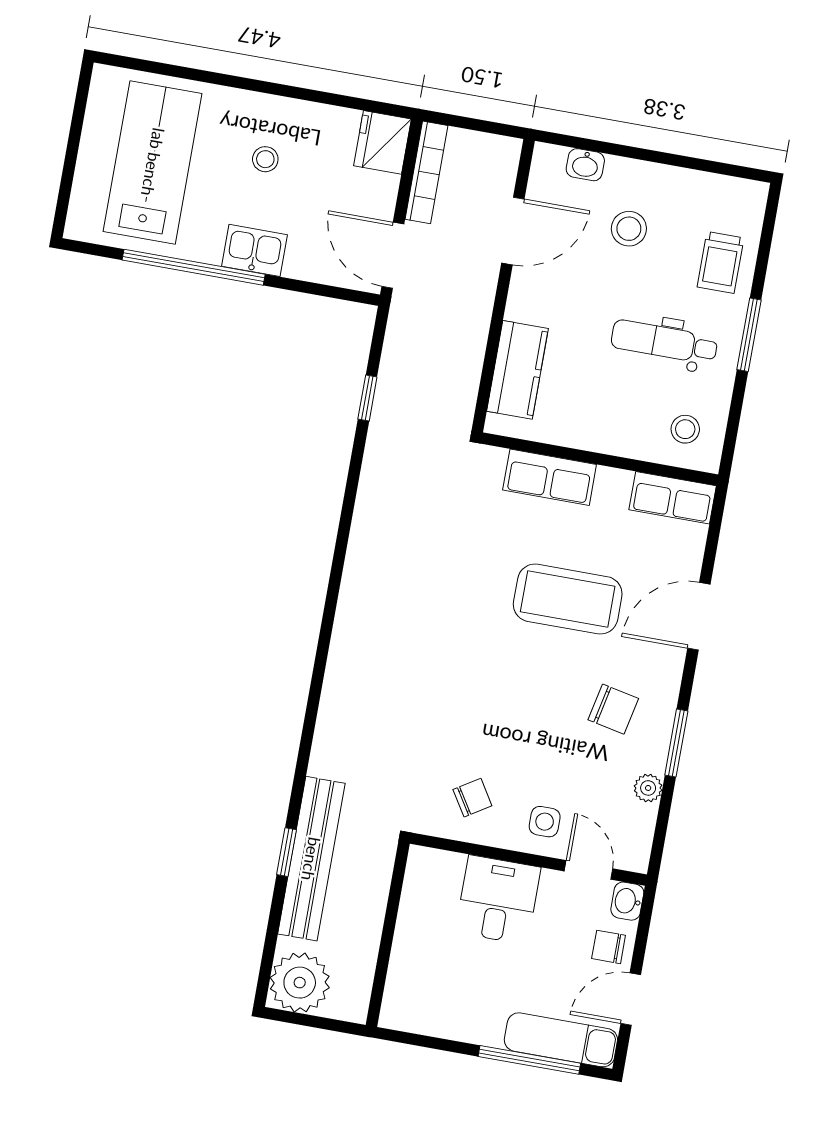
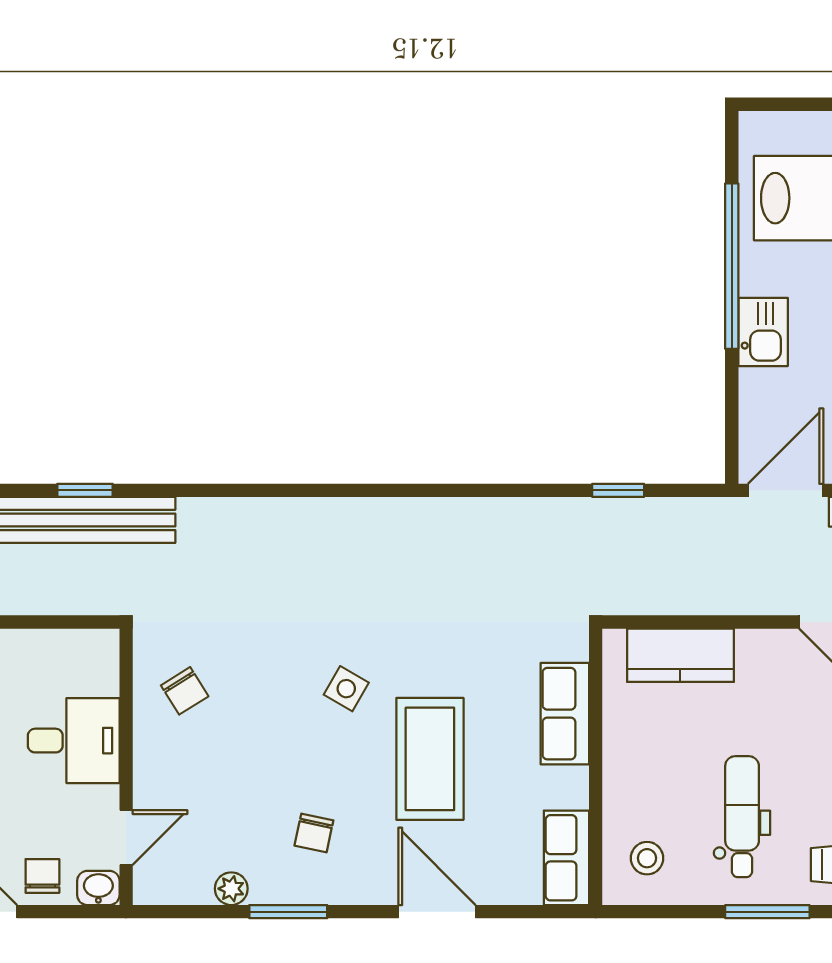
chair: (613, 709) -> (314, 833), width x0.73, depth x0.73
side table: (545, 822) -> (346, 689), moved, turned 30

